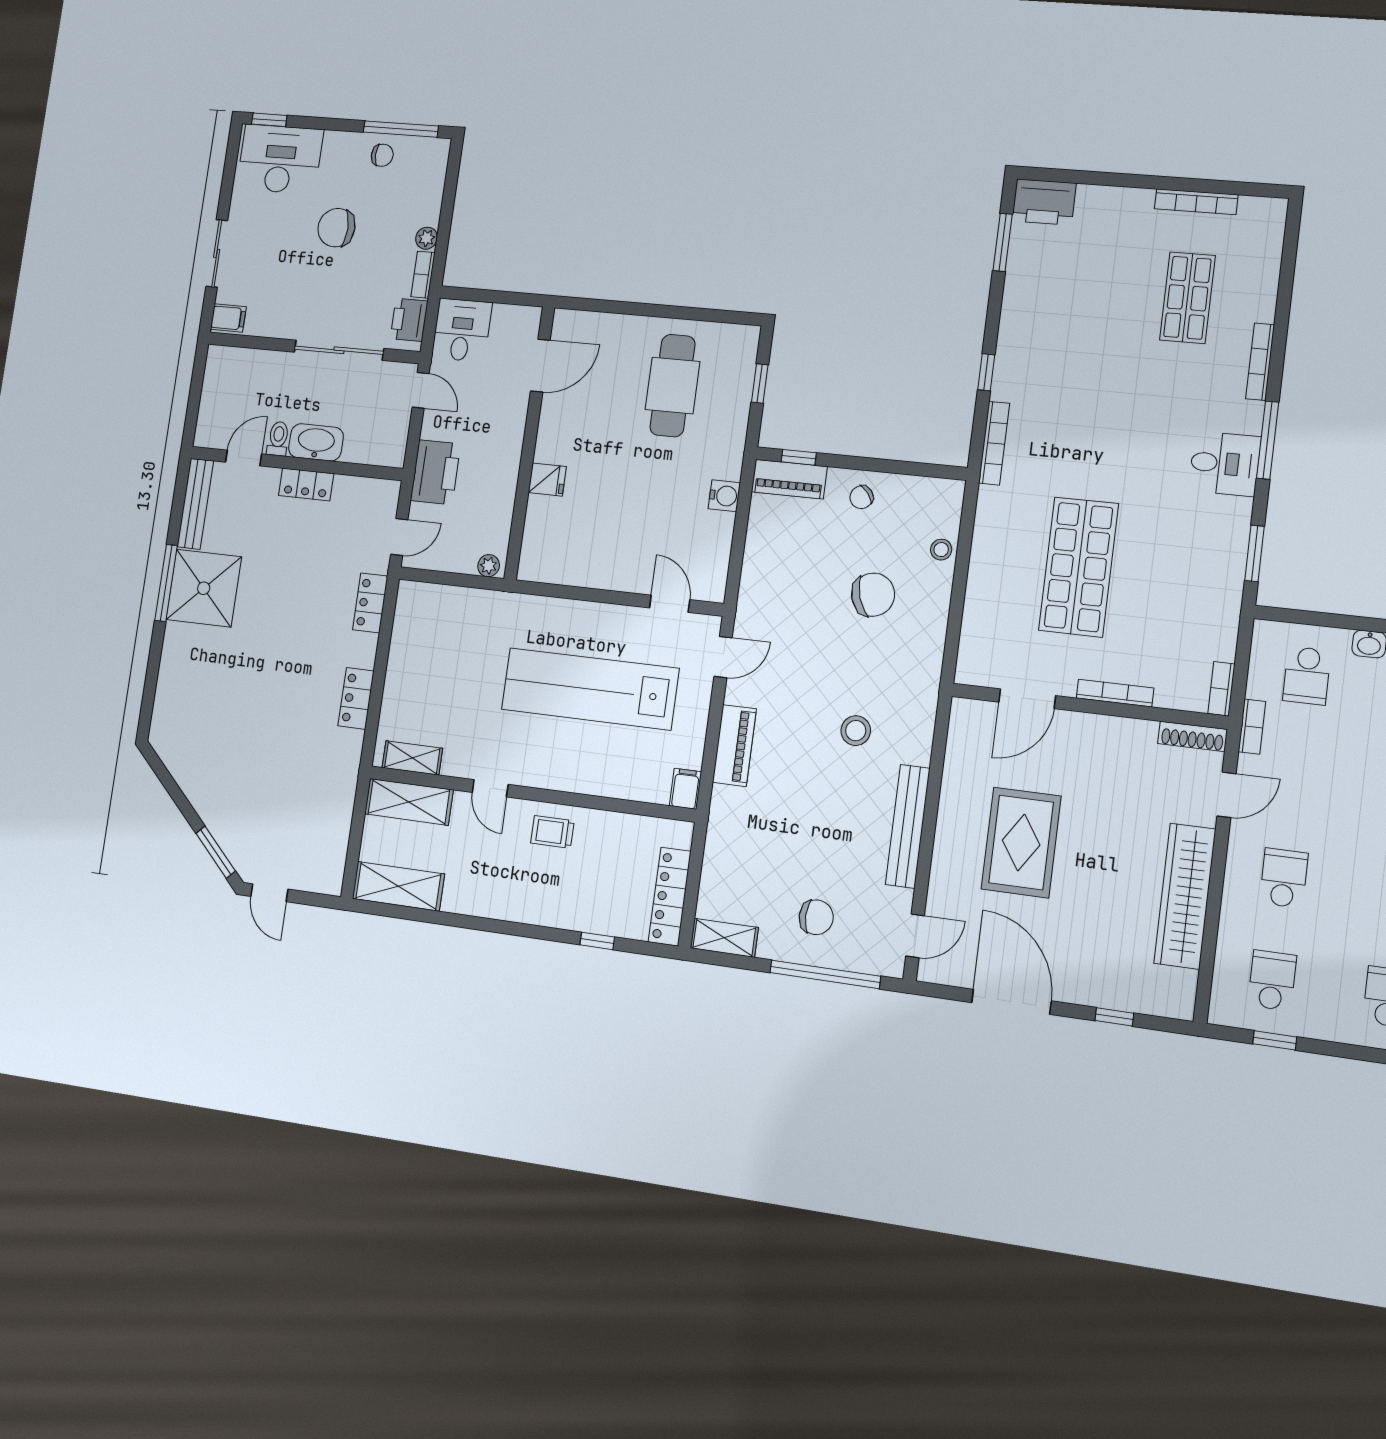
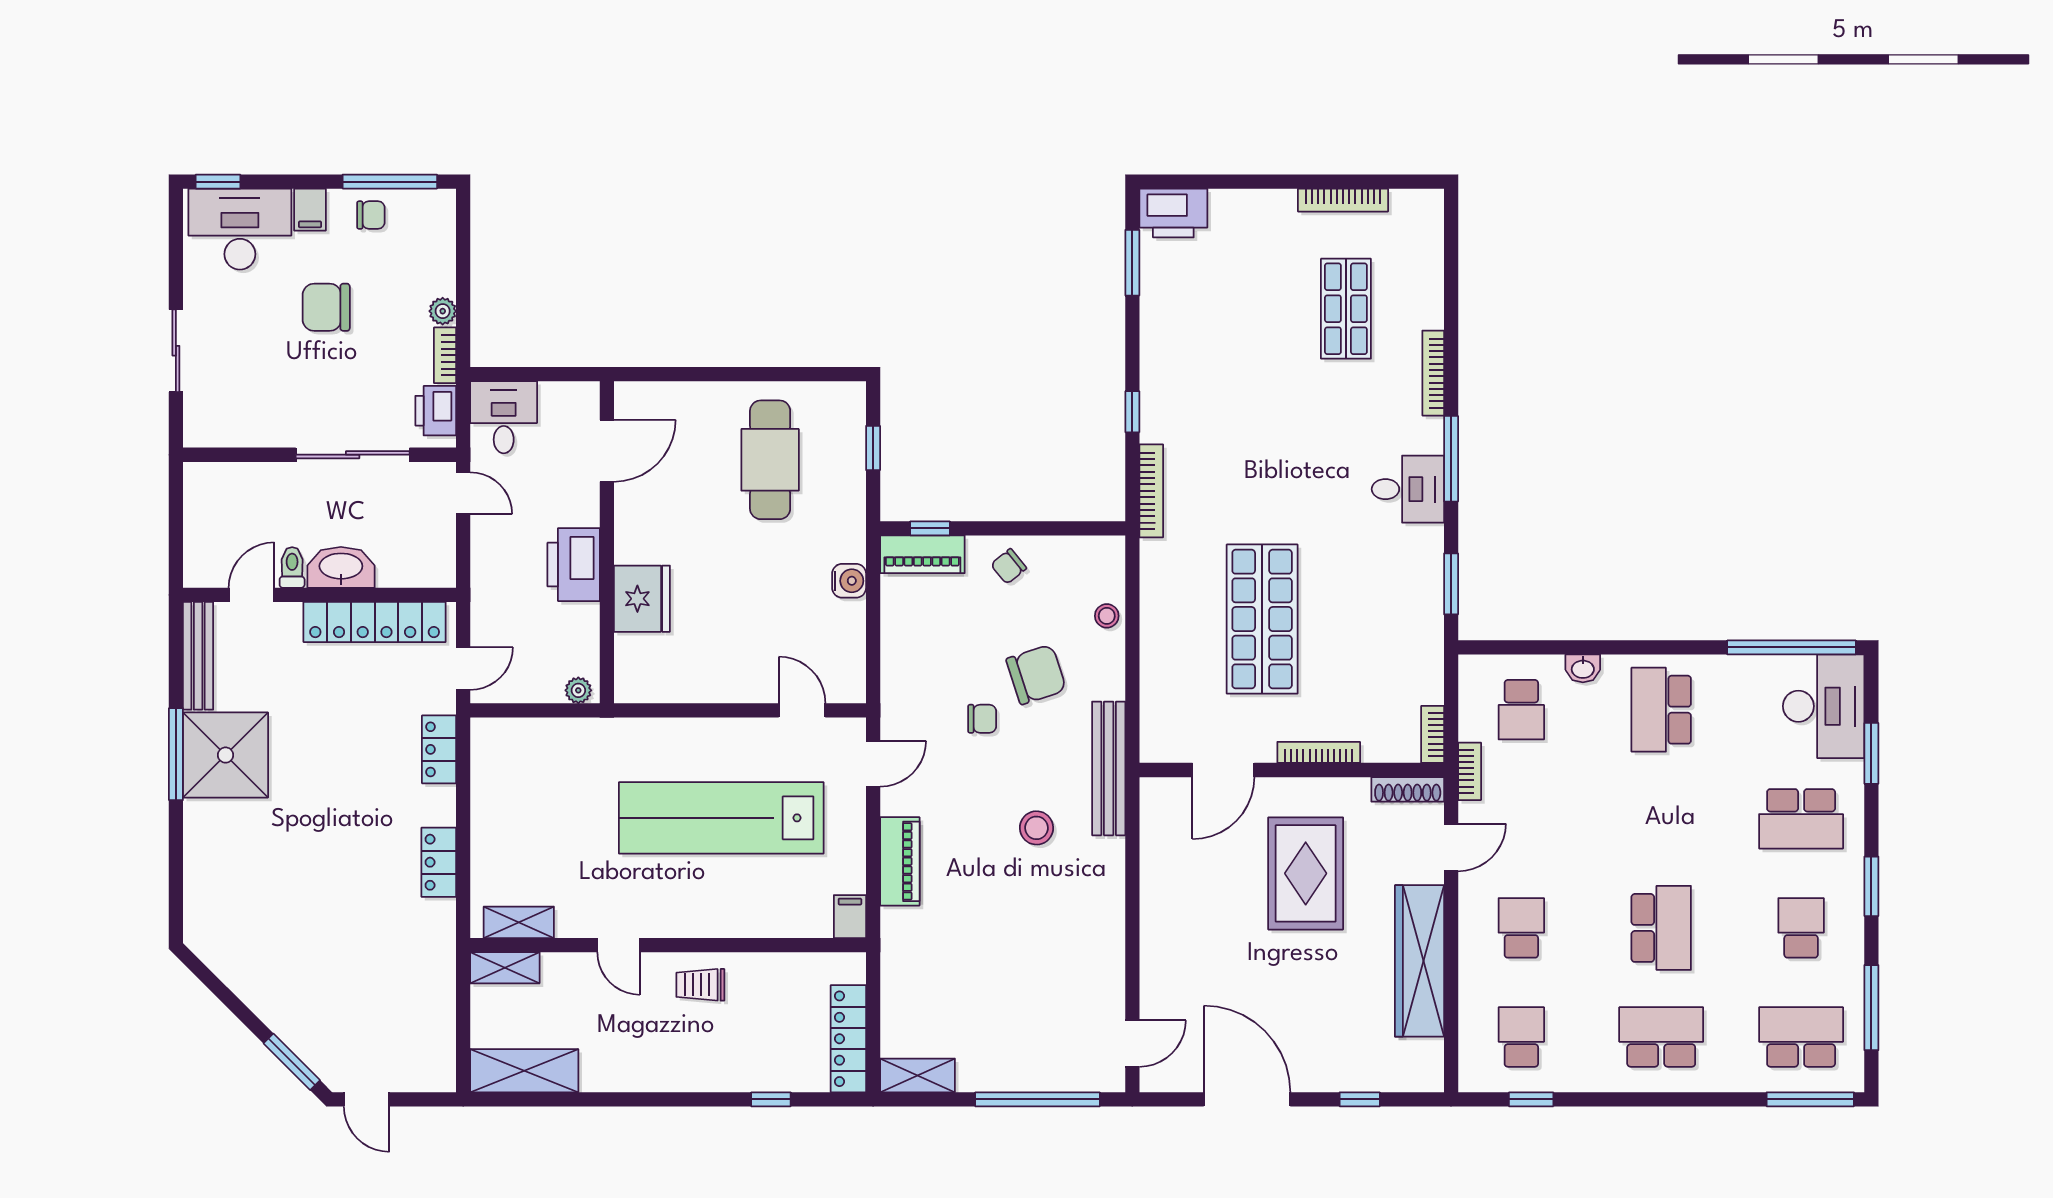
filing cabinet: (228, 318) -> (310, 210), moved, turned 90
printer: (435, 472) -> (574, 565), moved, turned 180
fridge: (547, 480) -> (642, 599), width x1.88, depth x1.34
locker: (306, 484) -> (375, 622), width x2.16, depth x1.21
shelving: (409, 802) -> (505, 968), width x0.67, depth x0.75
bench: (908, 826) -> (1109, 768), moved
rug: (1021, 843) -> (1306, 873), moved
chair: (816, 917) -> (982, 719), moved, width x0.73, depth x0.73

